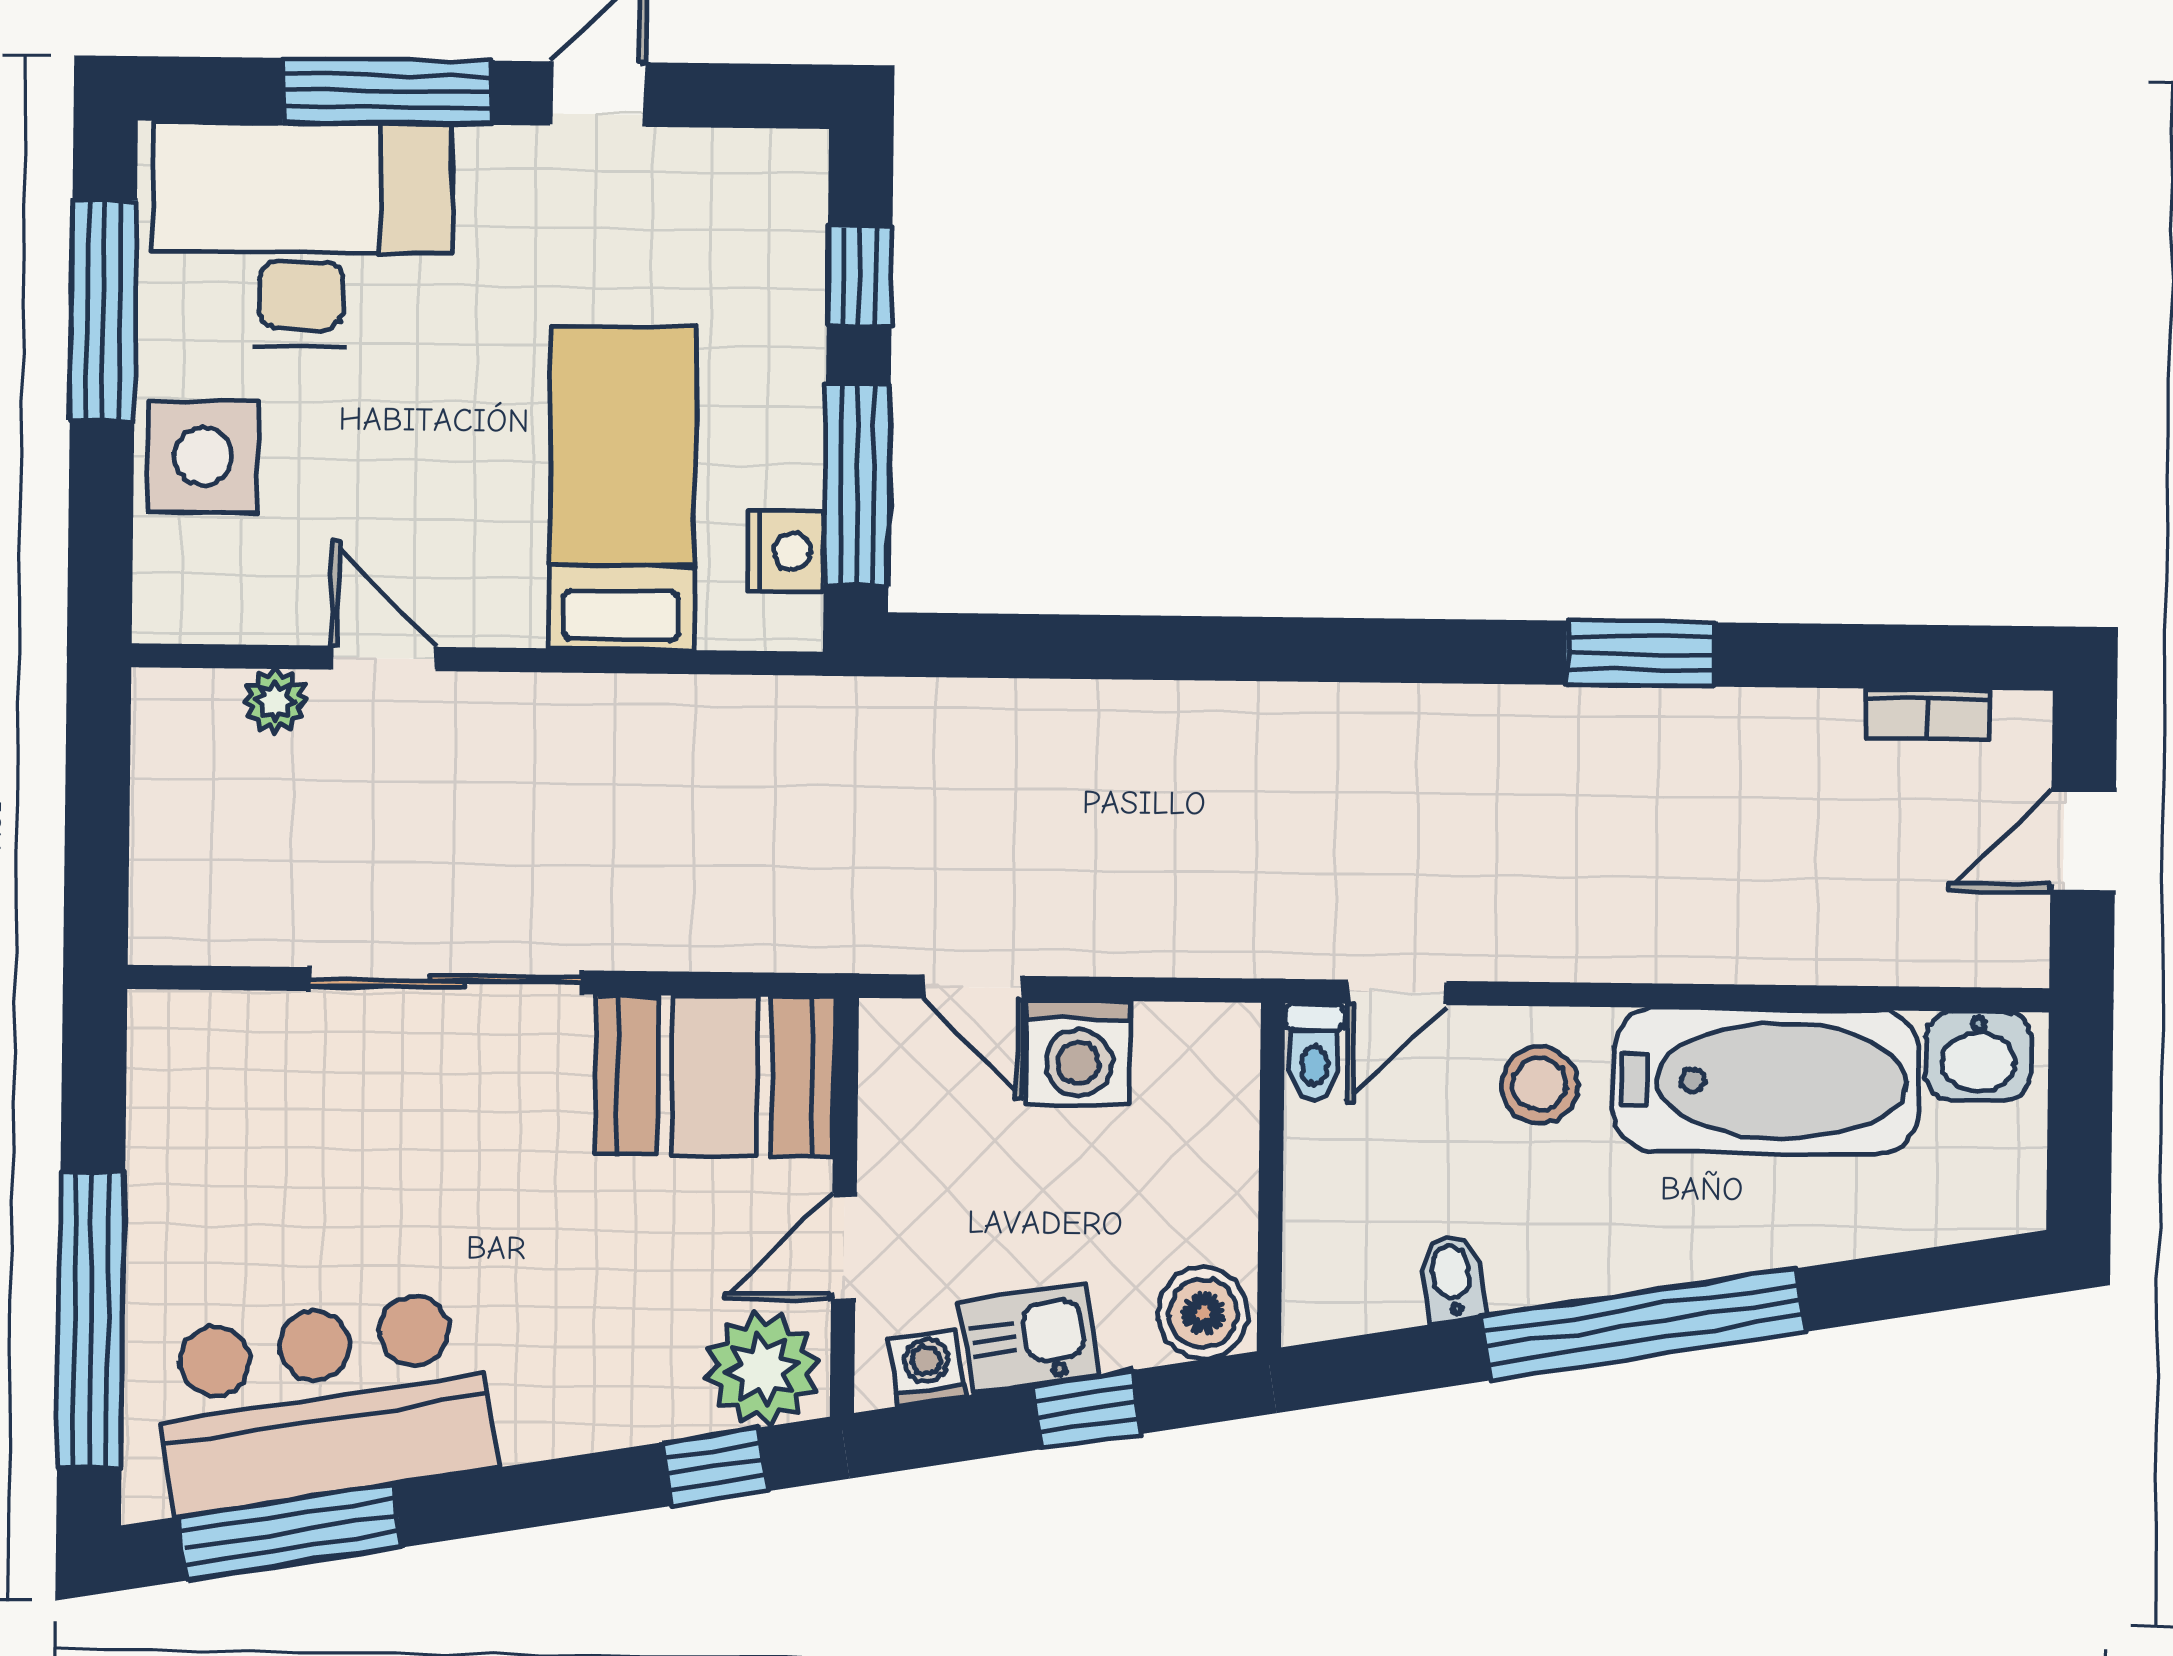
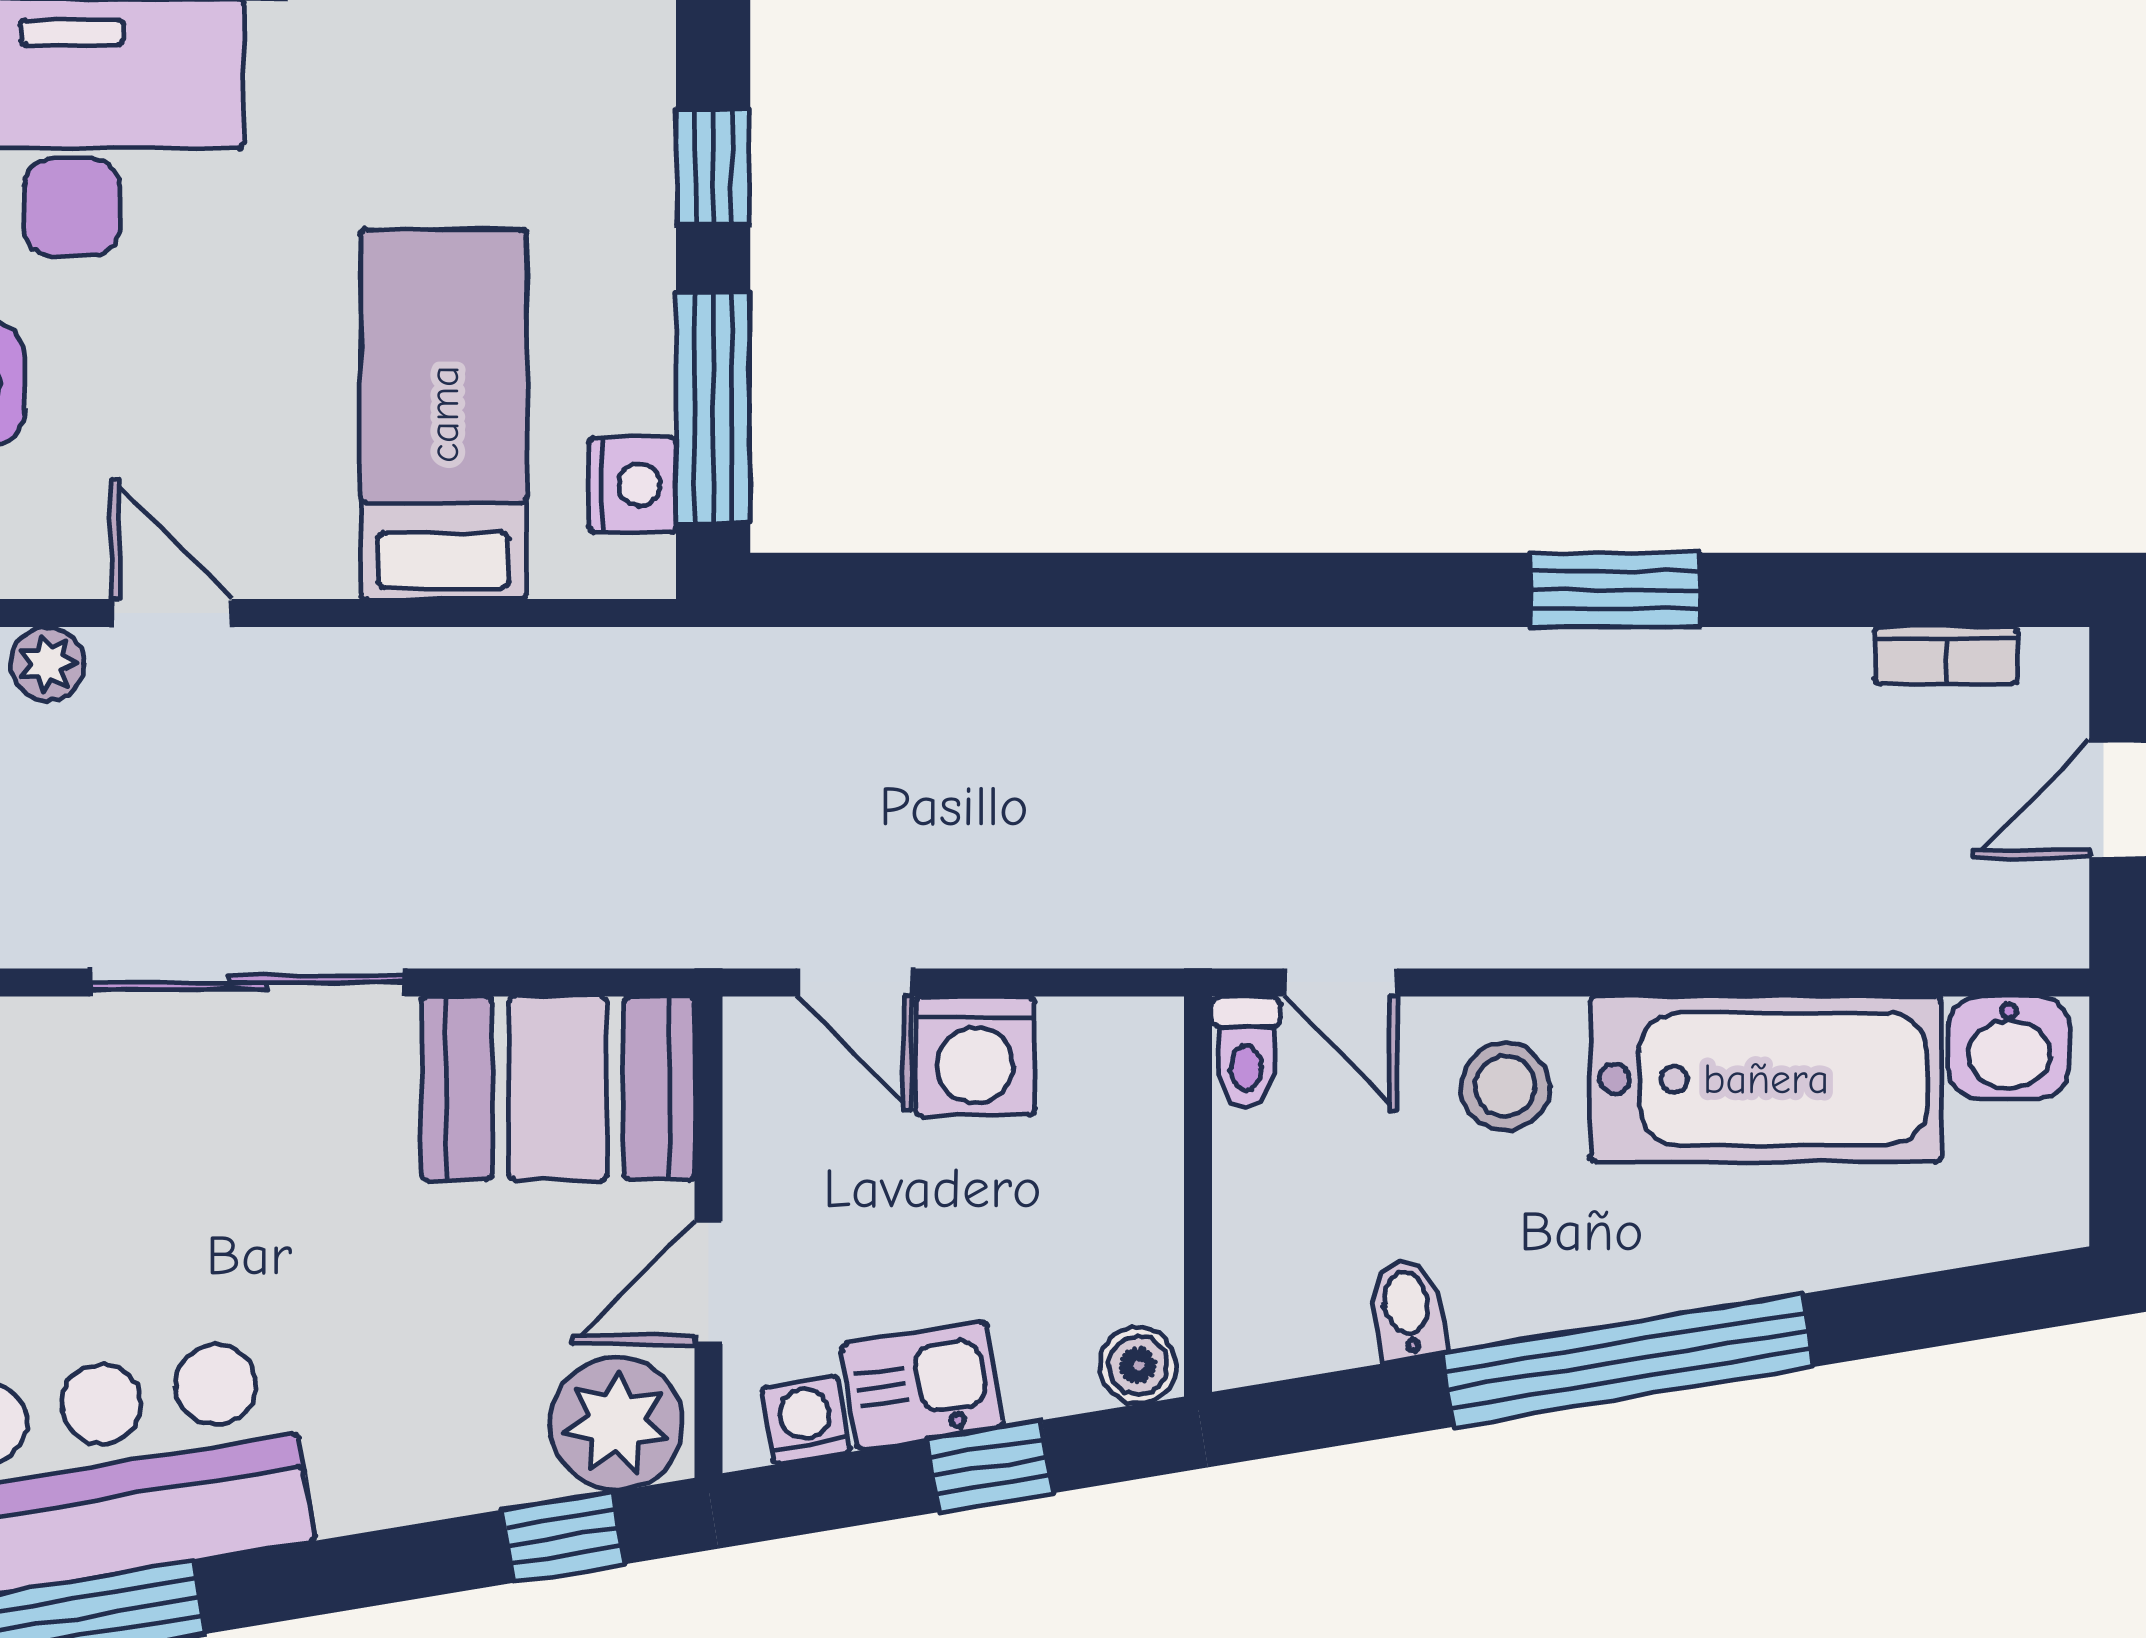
door: (1397, 992) -> (1340, 982), hinge flipped
boiler: (1203, 1313) -> (1138, 1365), width x0.73, depth x0.73

